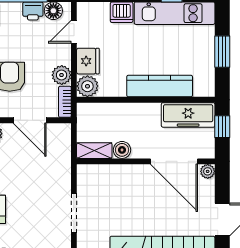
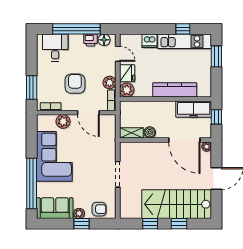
door: (74, 32) -> (118, 54), swing flipped
window: (222, 52) -> (216, 56), moved

